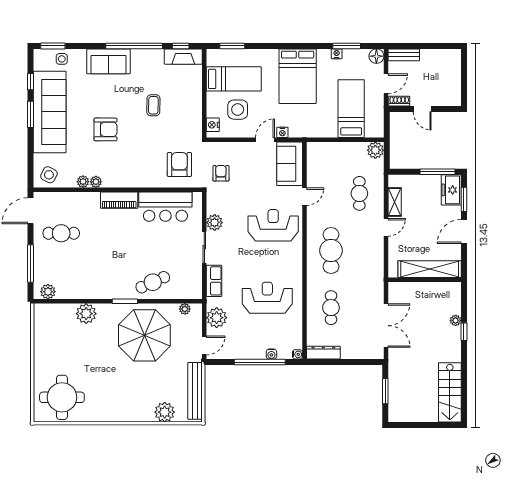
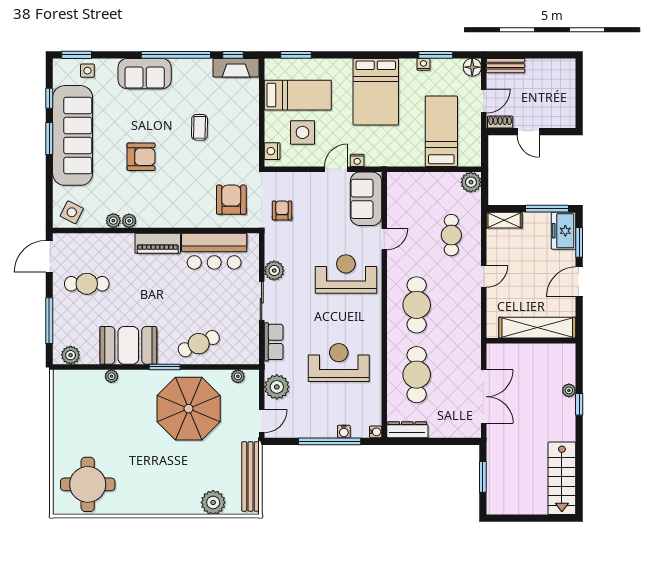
shelving: (395, 202) -> (504, 220), moved, turned 90
booth: (95, 284) -> (128, 345), added
cafe table: (331, 308) -> (417, 375), width x1.37, depth x1.35
plant: (86, 314) -> (111, 376), width x0.53, depth x0.53

